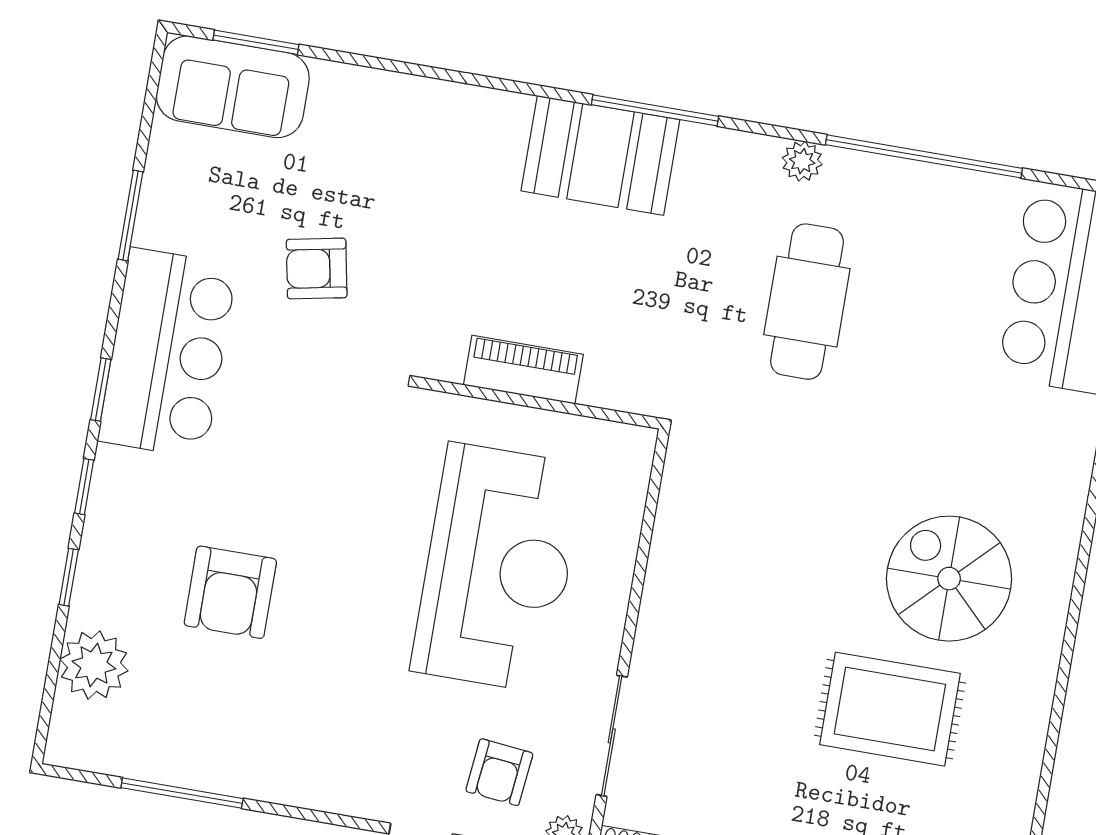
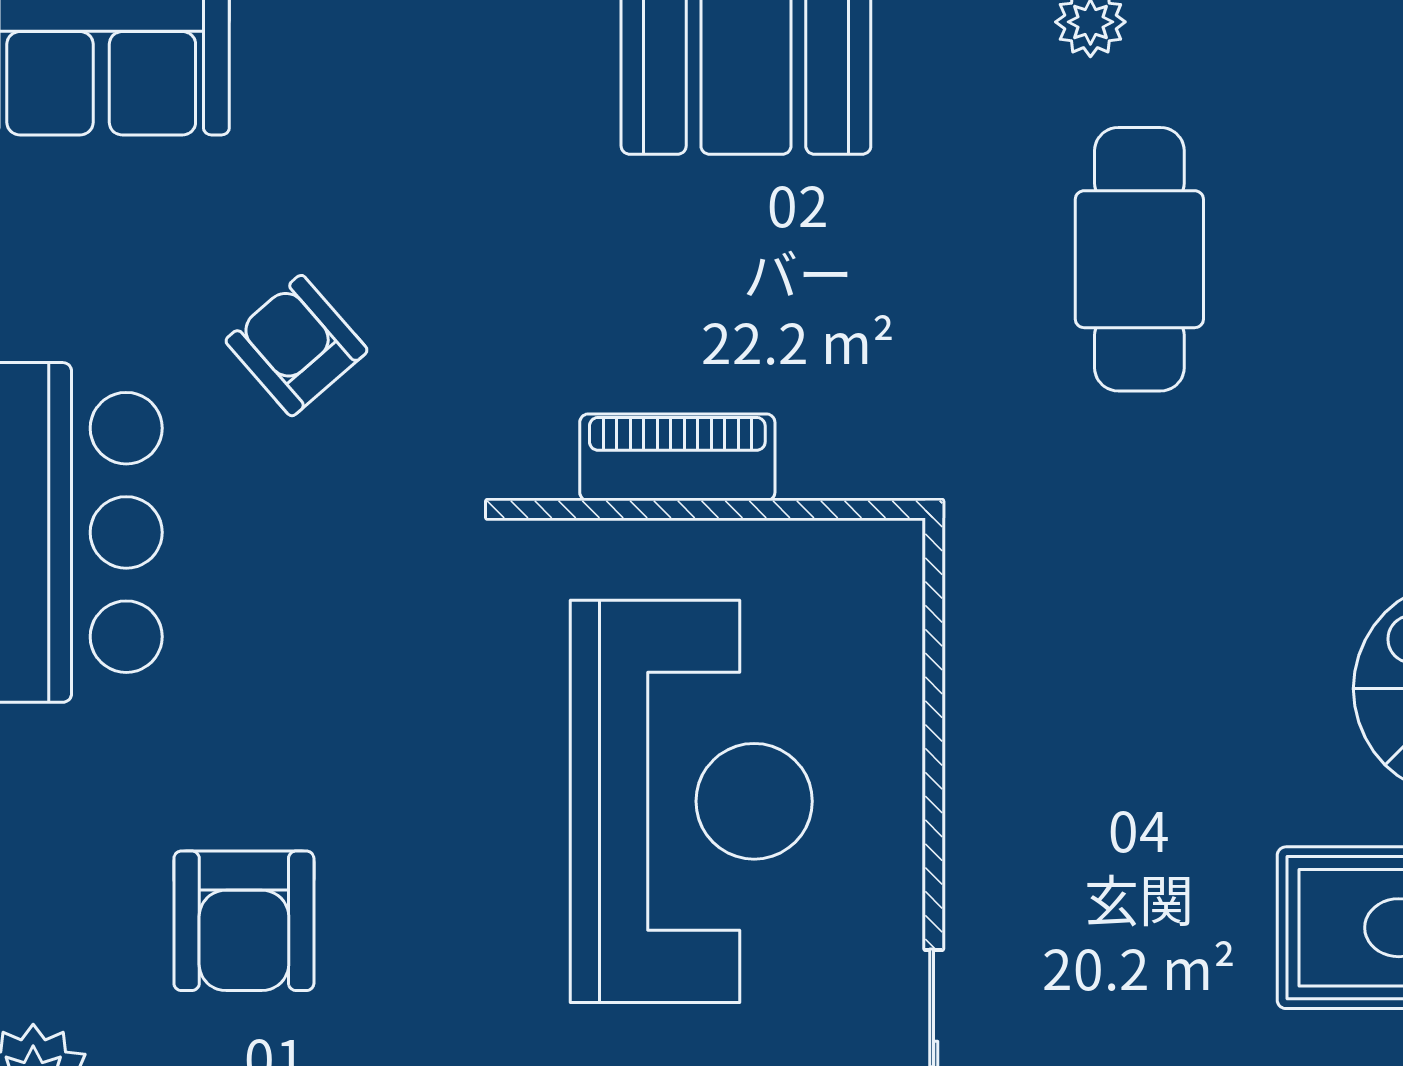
armchair: (317, 269) -> (297, 346), turned 60

